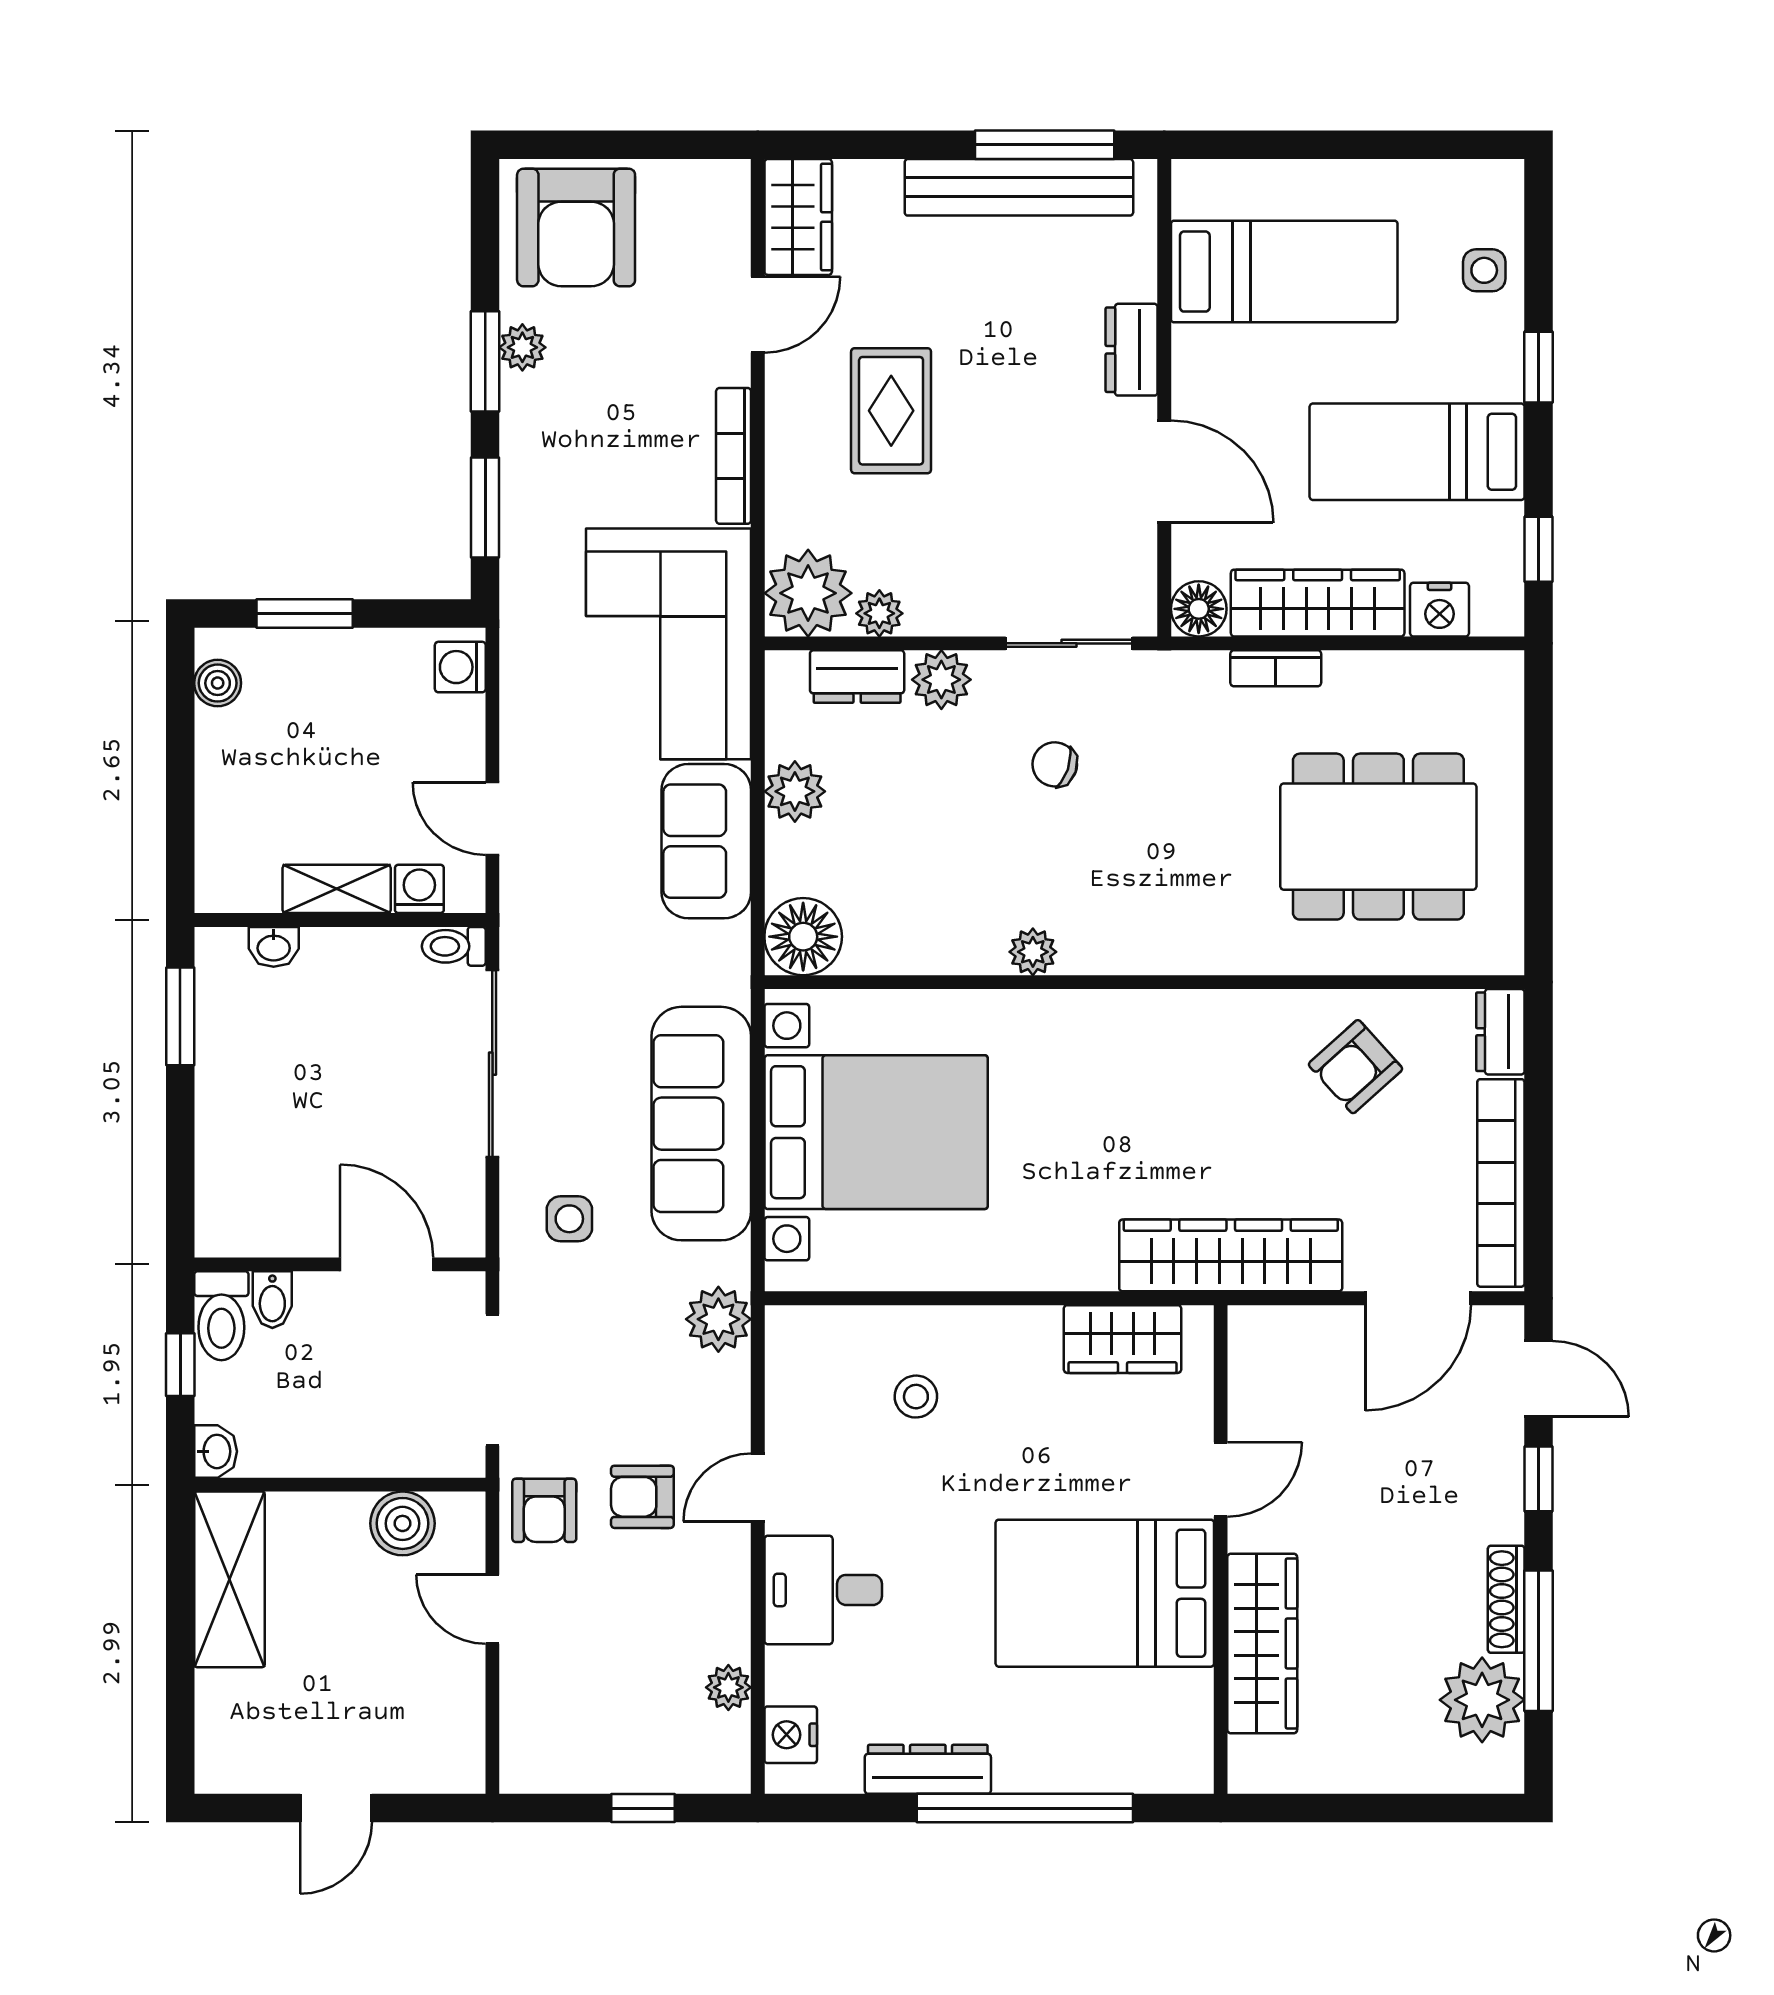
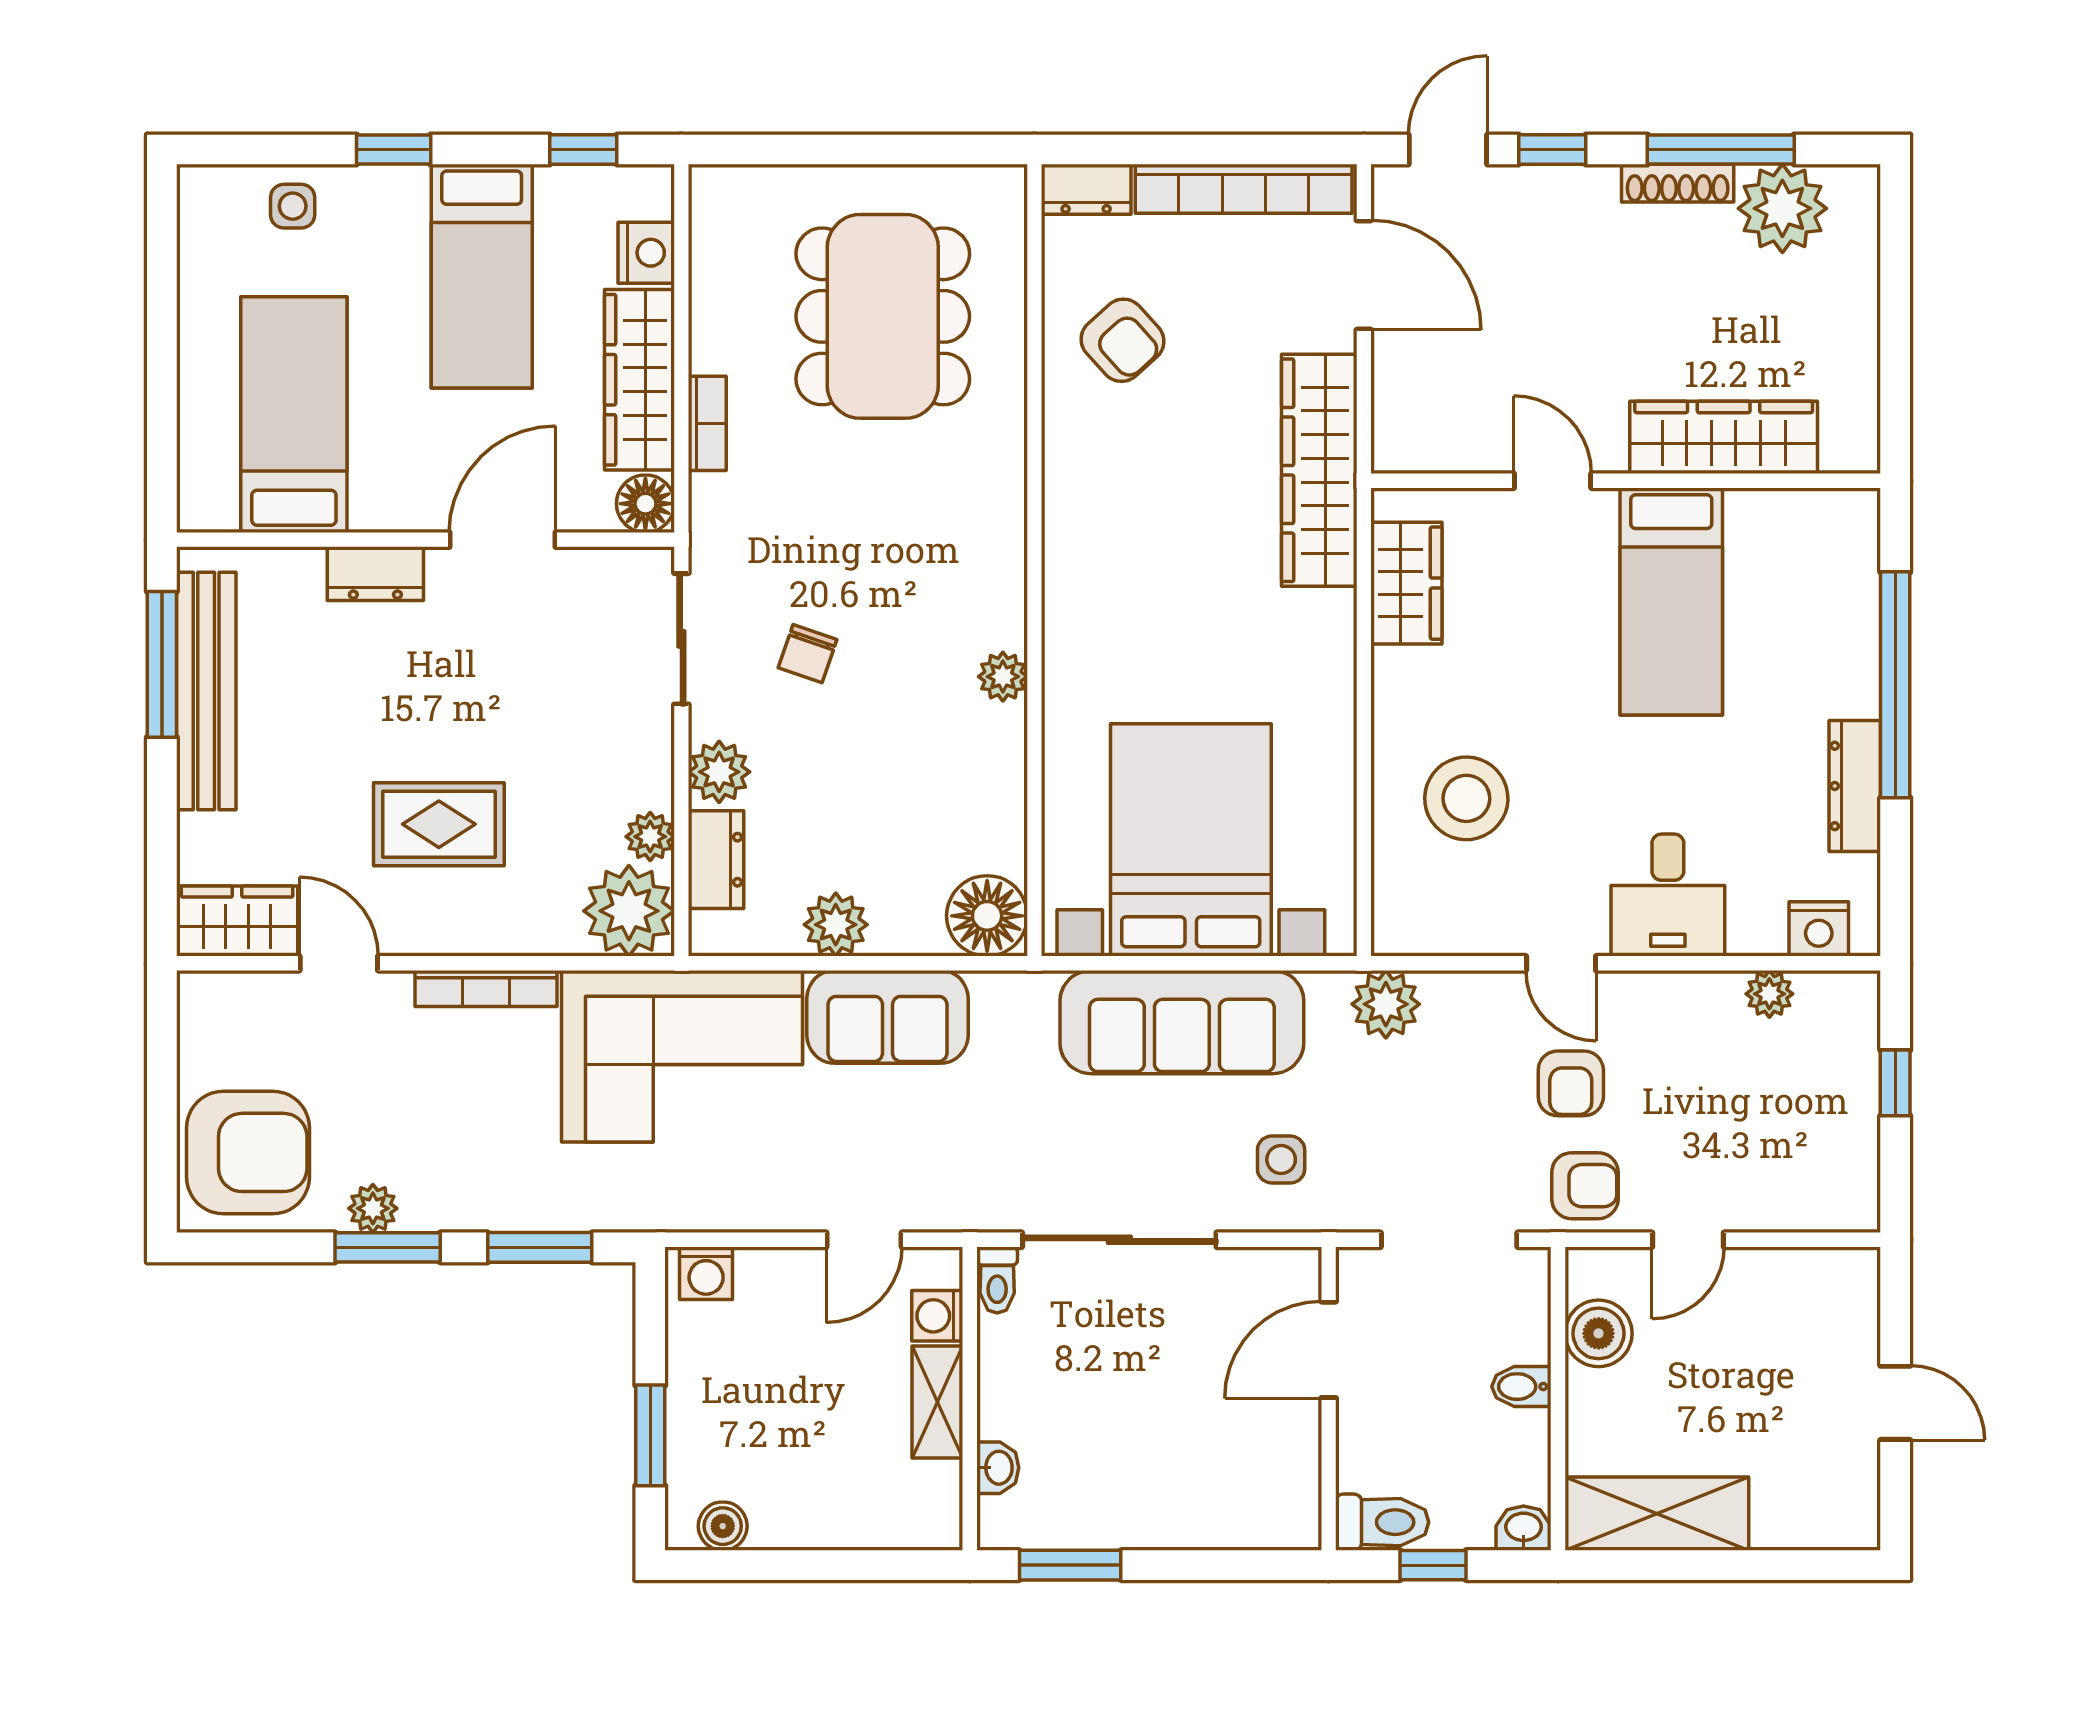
bidet: (272, 1300) -> (1521, 1387), moved, turned 180
stool: (916, 1397) -> (1466, 798), width x1.89, depth x1.89
bed: (1105, 1593) -> (1671, 602), width x0.67

